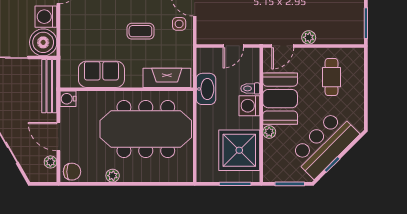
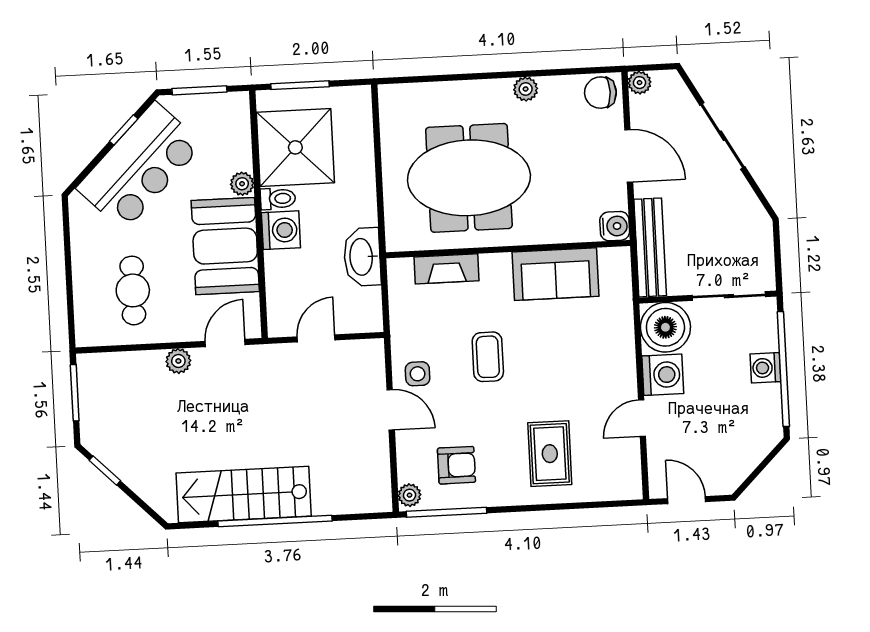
coffee table: (140, 31) -> (488, 357), turned 90
fireplace: (167, 78) -> (447, 269), width x0.73, depth x0.76
toilet: (250, 88) -> (278, 199), moved
meeting table: (146, 129) -> (469, 178), width x0.73
plant: (50, 162) -> (640, 83), moved

